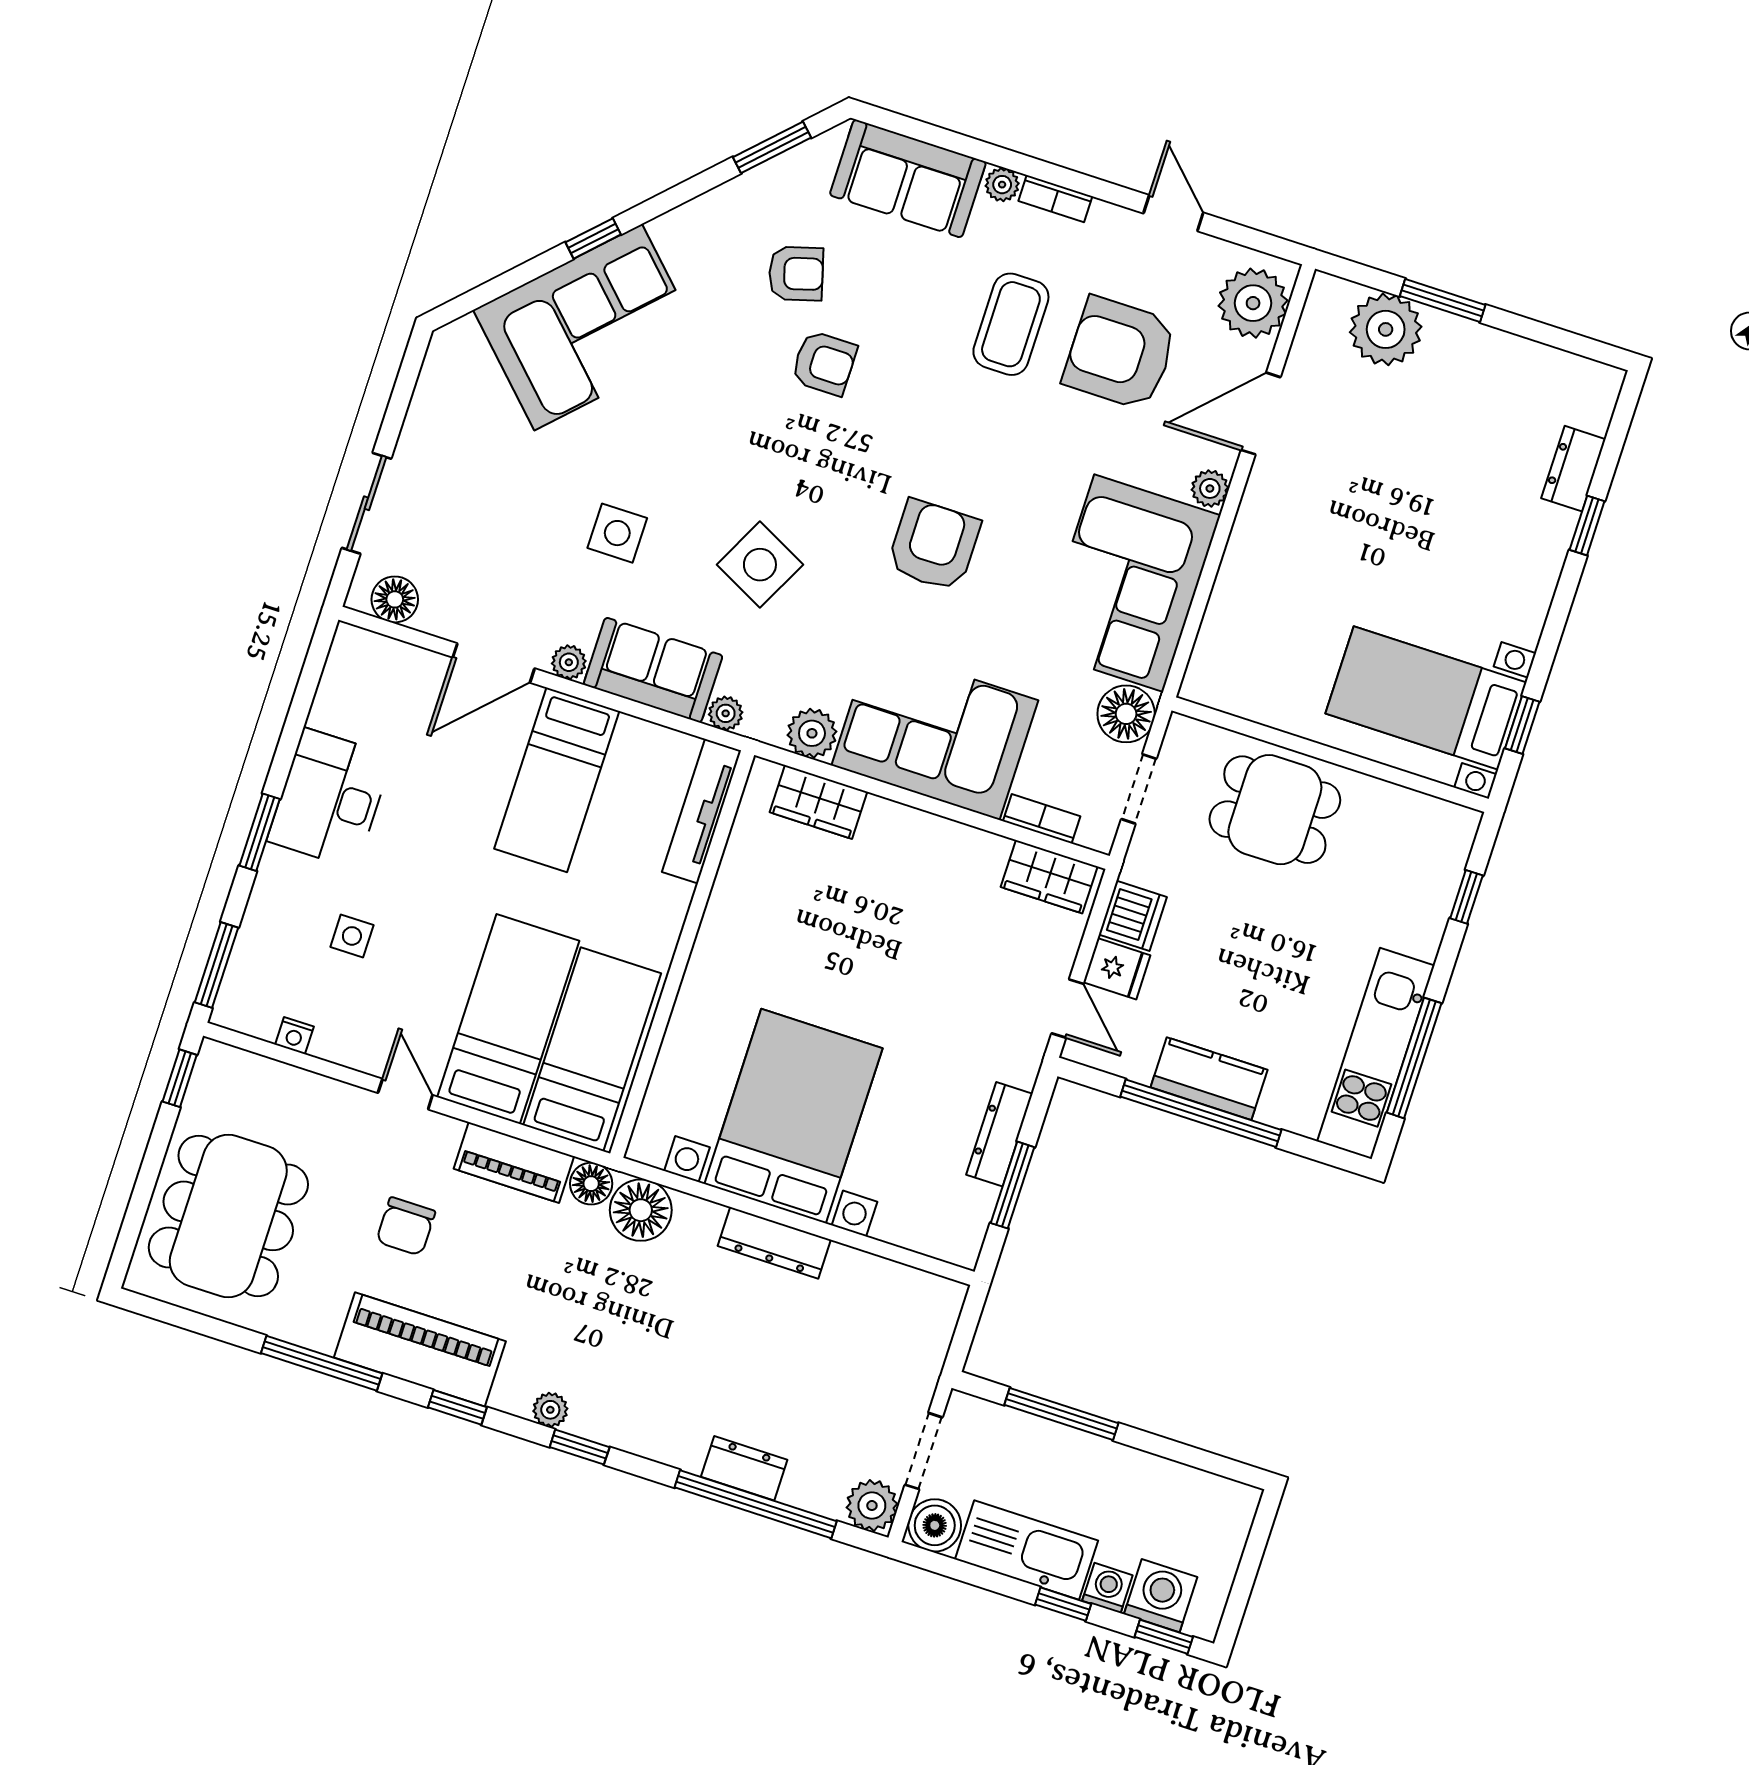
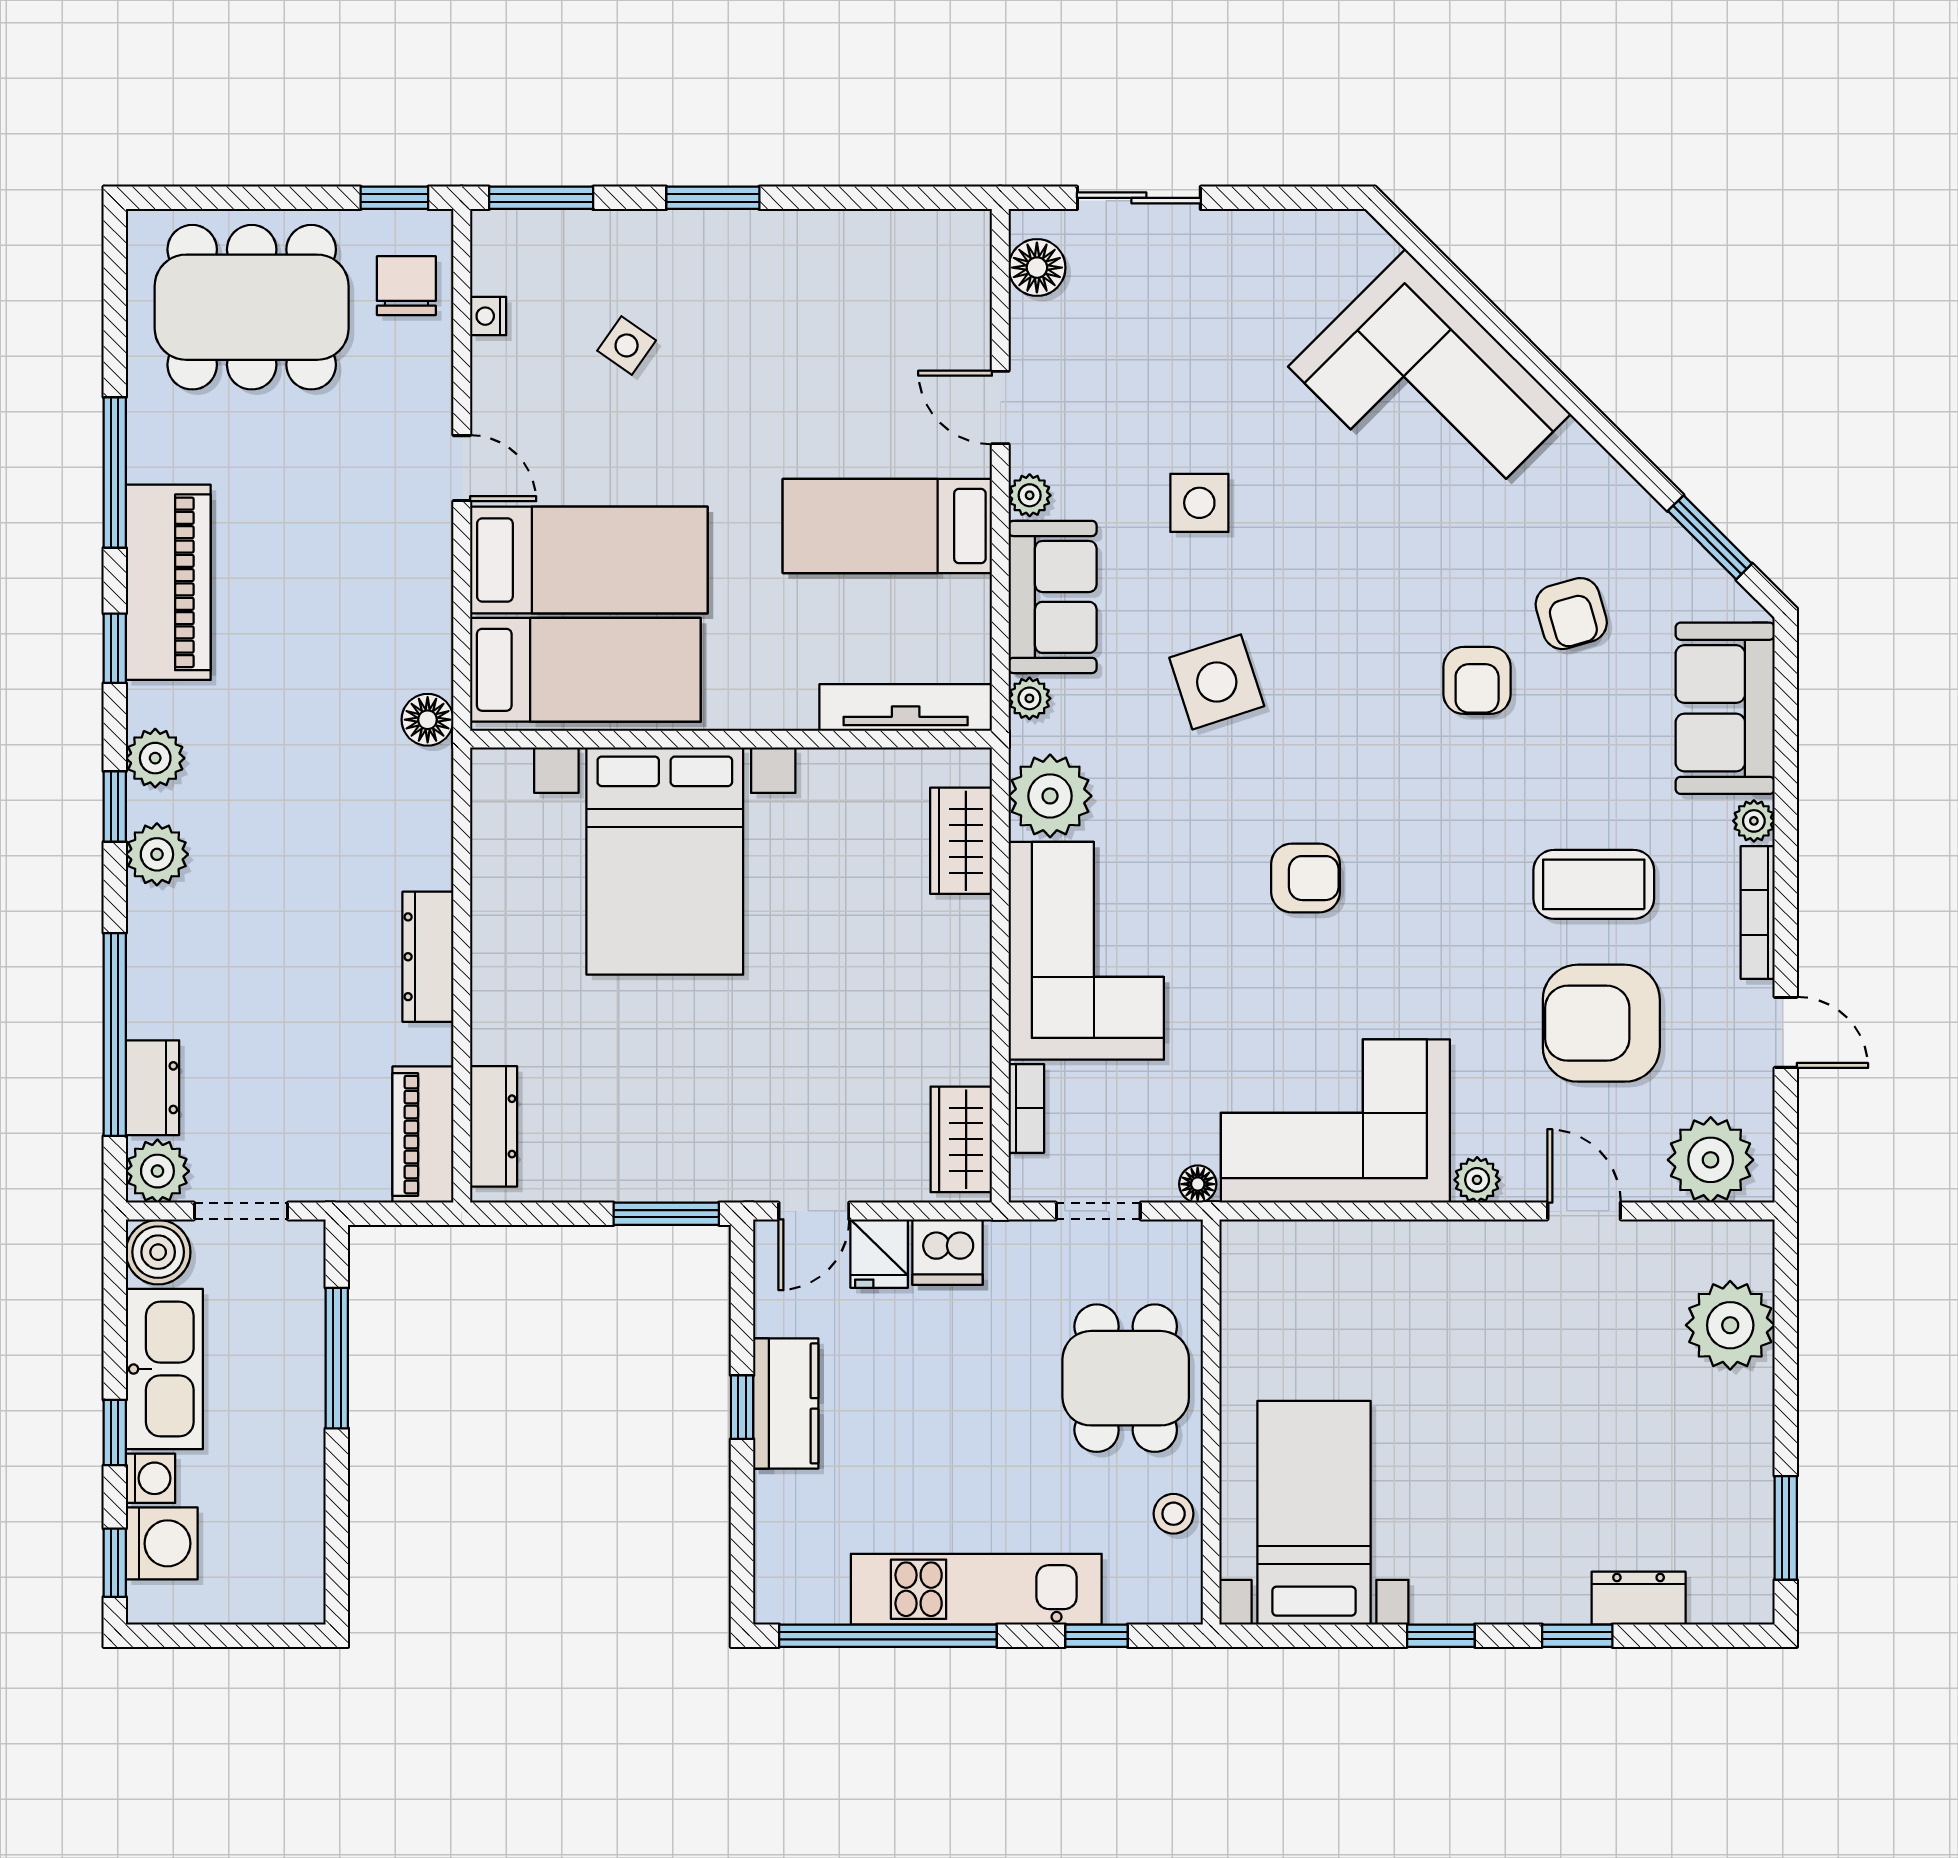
bookcase: (1055, 199) -> (1758, 913), width x1.56
door: (1173, 213) -> (1786, 1032), hinge flipped
window: (593, 238) -> (1535, 363), removed
window: (1443, 300) -> (1786, 1528), moved
armchair: (1120, 353) -> (1601, 1023), turned -90
door: (1261, 414) -> (1584, 1211), width x0.73
armchair: (934, 545) -> (1306, 878), width x0.72, depth x0.72
side table: (760, 565) -> (1217, 682), turned 45
door: (494, 663) -> (1000, 407), width x0.73
floor lamp: (1126, 714) -> (1198, 1184), width x0.53, depth x0.53
window: (1522, 725) -> (1441, 1636), moved
plant: (812, 733) -> (1050, 796), width x1.36, depth x1.36
desk: (330, 798) -> (779, 267), removed
stool: (1392, 807) -> (1174, 1514), added
side table: (352, 936) -> (627, 345), turned 35
kitchen unit: (1376, 1053) -> (976, 1589), moved
window: (1414, 1058) -> (888, 1636), width x1.46
door: (405, 1094) -> (462, 468), hinge flipped
window: (1201, 1113) -> (742, 1407), width x0.32
bed with nightstands: (794, 1116) -> (665, 861), moved, turned 90
dresser: (999, 1134) -> (494, 1126), moved, turned 90
piano: (514, 1163) -> (423, 1135), moved
window: (1012, 1185) -> (666, 1214), moved
floor lamp: (641, 1210) -> (415, 788), removed
chair: (406, 1226) -> (406, 286), moved, turned 90
plant: (550, 1410) -> (155, 758), width x1.38, depth x1.38
plant: (627, 1426) -> (157, 854), added
dresser: (744, 1468) -> (153, 1088), moved

